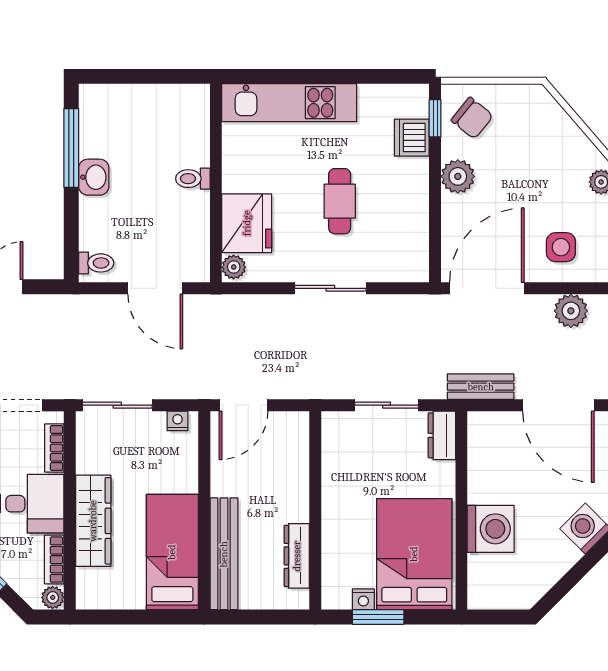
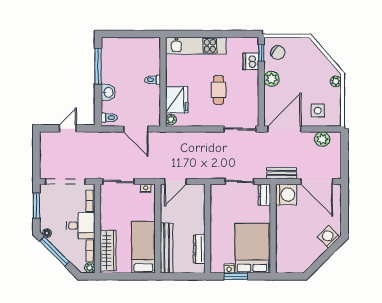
washbasin: (94, 177) -> (108, 92), moved
sliding door: (330, 288) -> (240, 129), moved
wardrobe: (93, 521) -> (108, 251), moved
washing machine: (491, 529) -> (286, 195), moved

